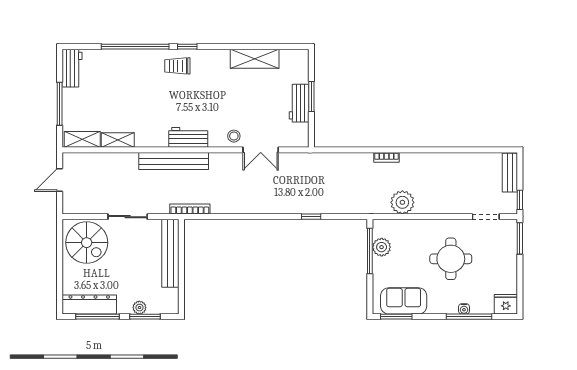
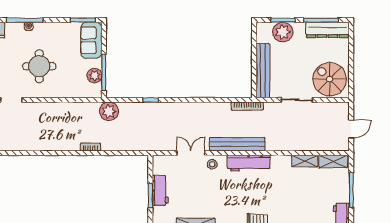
workbench: (188, 137) -> (249, 163), width x1.38
bench: (174, 161) -> (237, 144), moved
plant: (402, 202) -> (109, 111), moved
sofa: (404, 301) -> (91, 40), moved, turned 90
plant: (139, 308) -> (283, 32), width x1.88, depth x1.88

